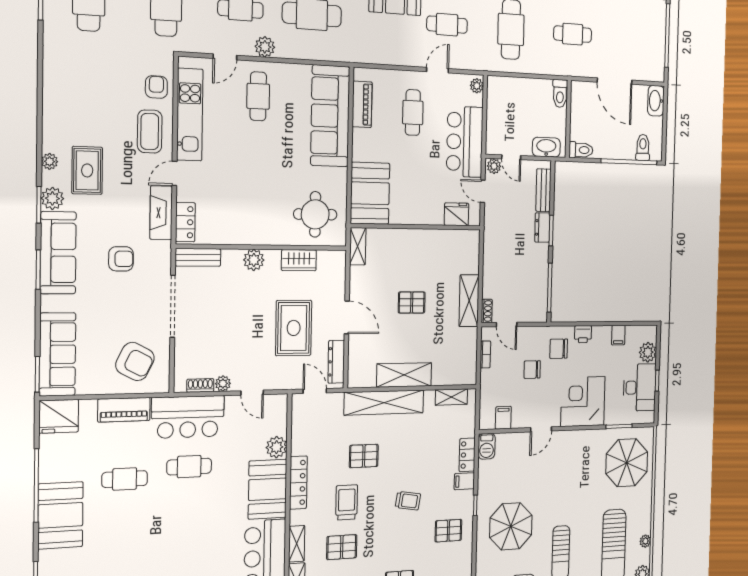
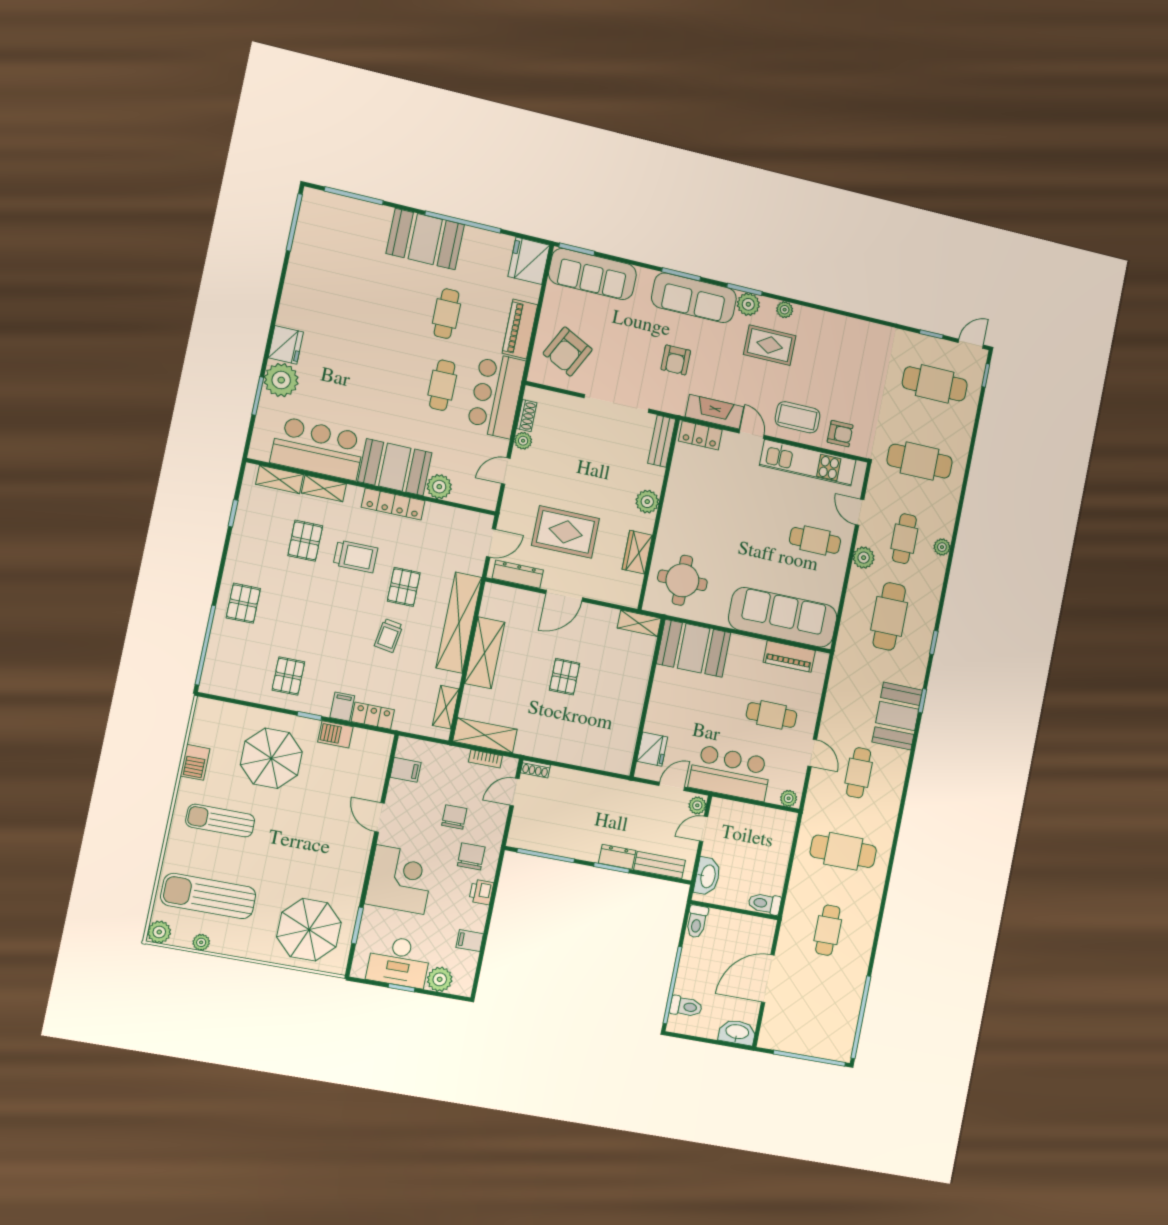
shelving: (469, 301) -> (485, 735), moved
barbecue: (487, 446) -> (335, 734), moved
trolley: (408, 501) -> (389, 636), moved

